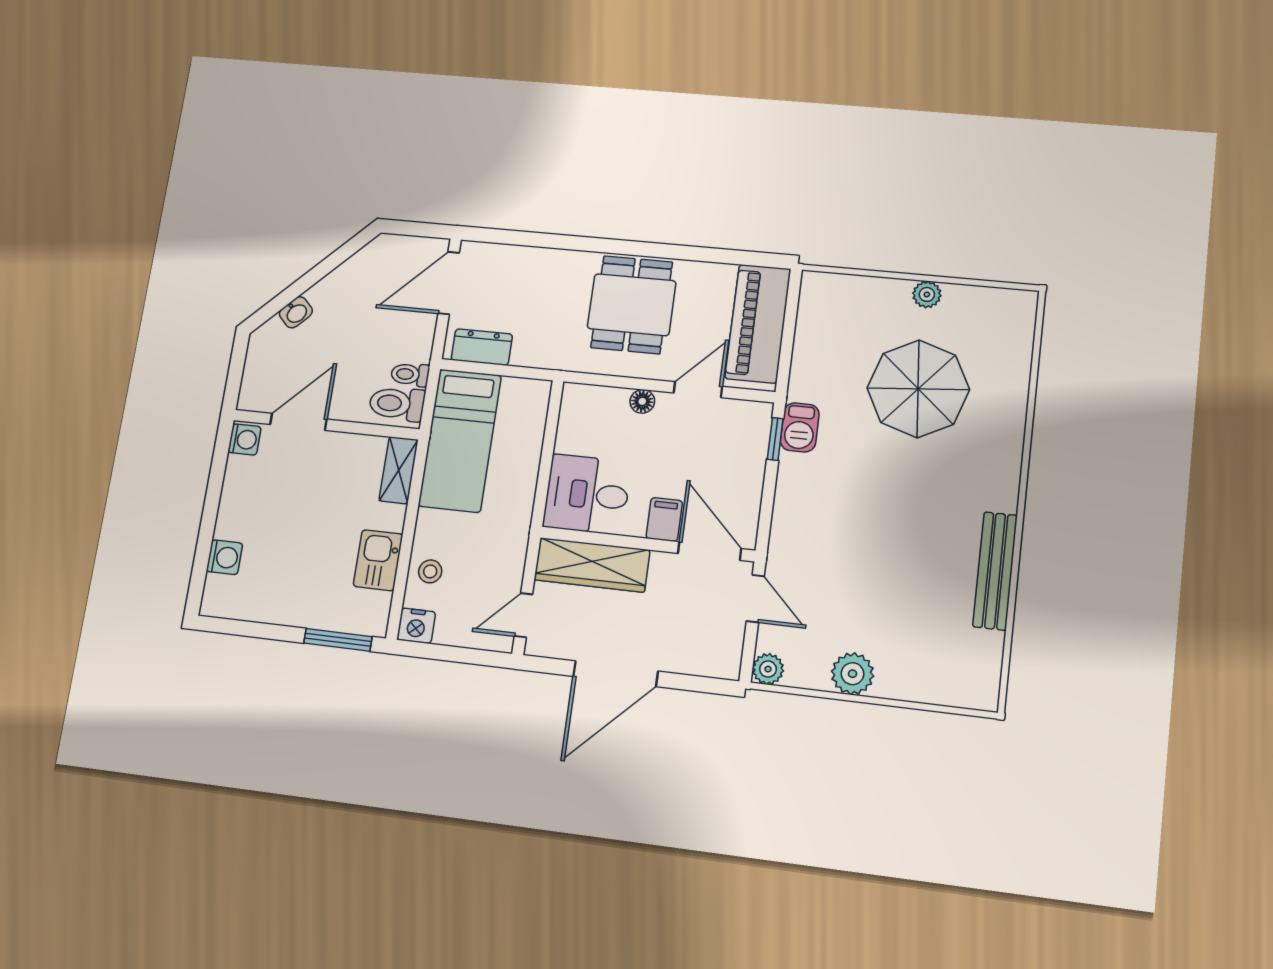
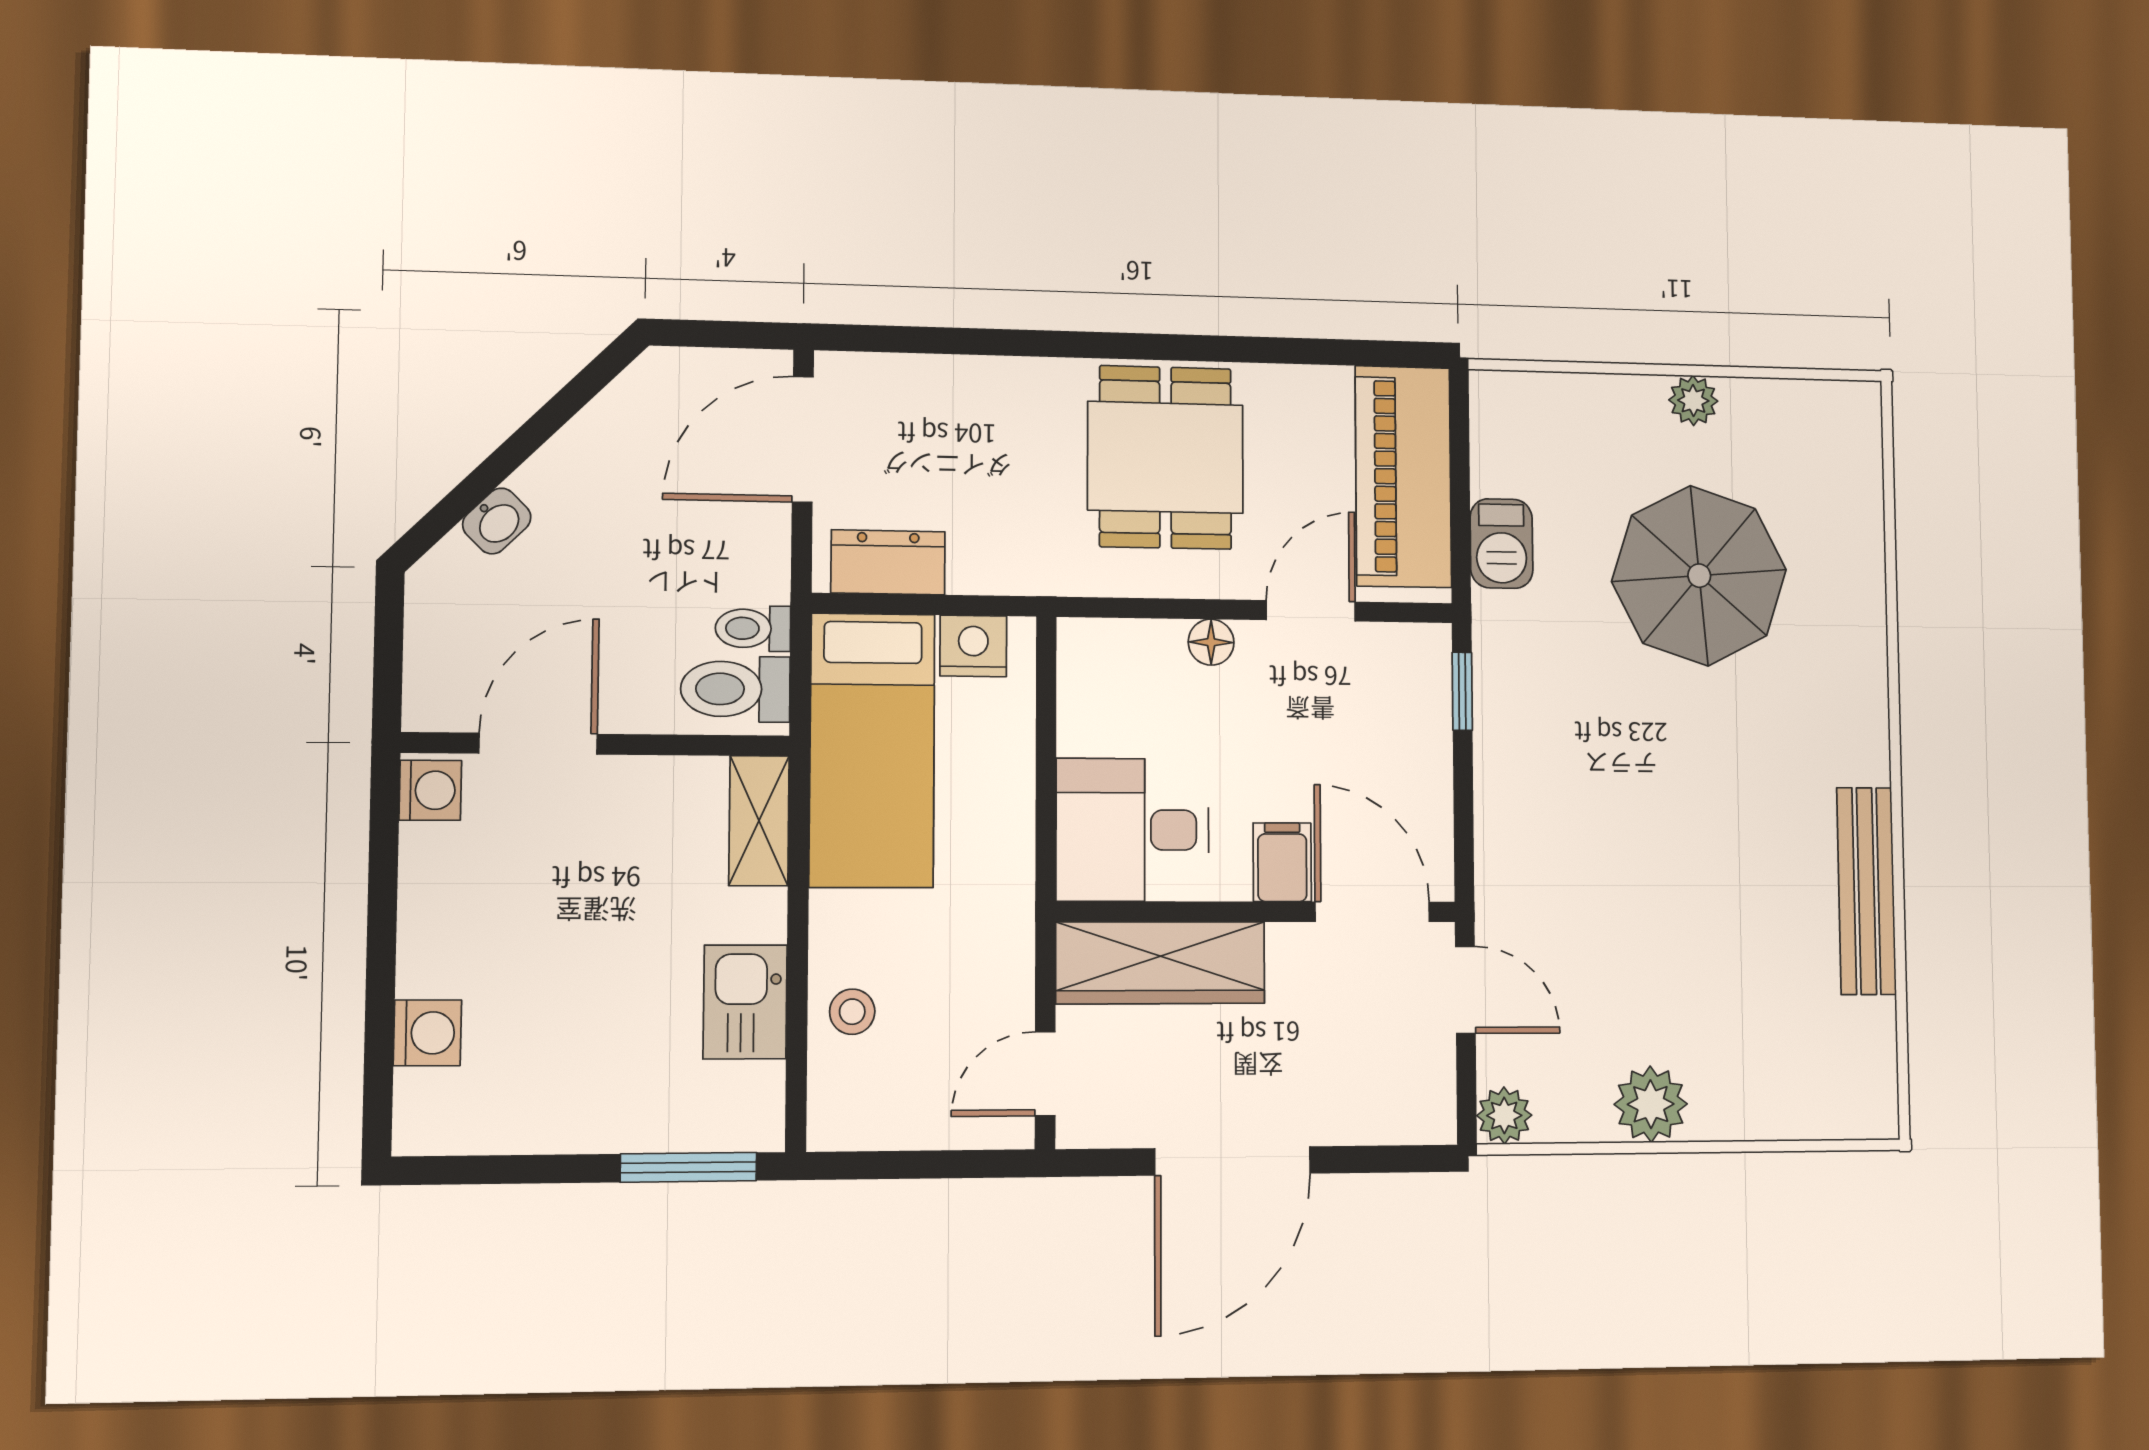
barbecue: (800, 427) -> (1501, 544), moved
nightstand: (416, 626) -> (973, 646), moved, turned 180

